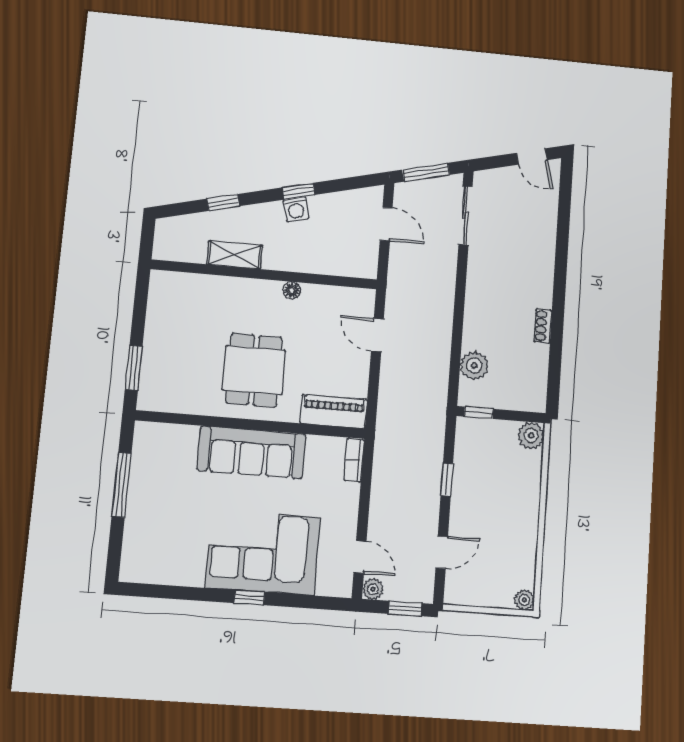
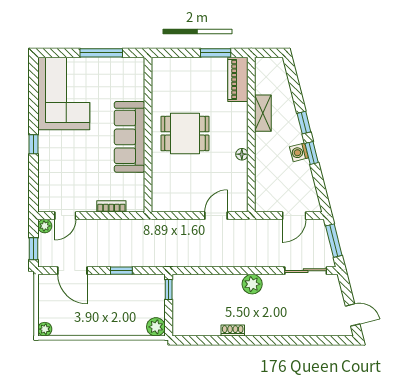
door: (532, 156) -> (353, 315), swing flipped
window: (223, 202) -> (304, 123), moved
plant: (474, 366) -> (252, 284), moved
window: (134, 368) -> (216, 53), moved
piano: (334, 411) -> (238, 79), moved, turned 180
bookcase: (354, 460) -> (111, 206), moved
corner sofa: (263, 552) -> (64, 94), moved
door: (442, 552) -> (72, 271), width x1.38

